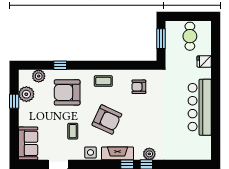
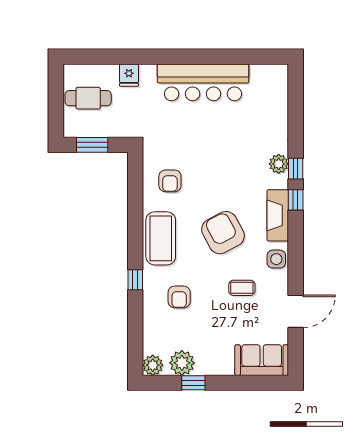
window: (60, 65) -> (135, 280), moved
plant: (39, 76) -> (153, 365), moved
coffee table: (103, 81) -> (161, 238), width x1.86, depth x1.72
armchair: (67, 92) -> (179, 297), width x0.53, depth x0.53
armchair: (107, 120) -> (223, 233), turned -53

